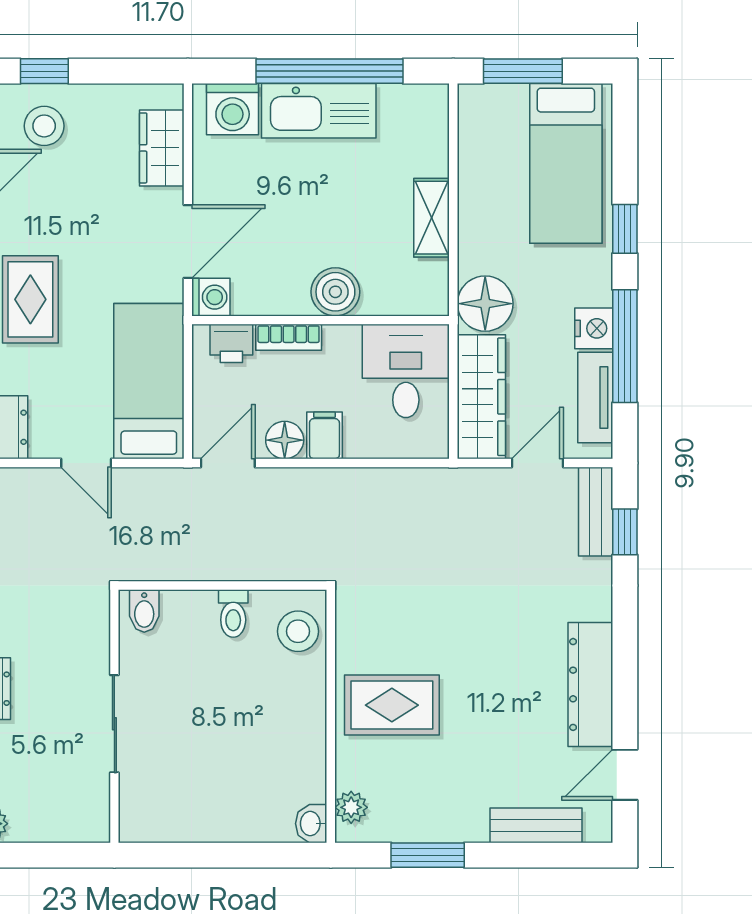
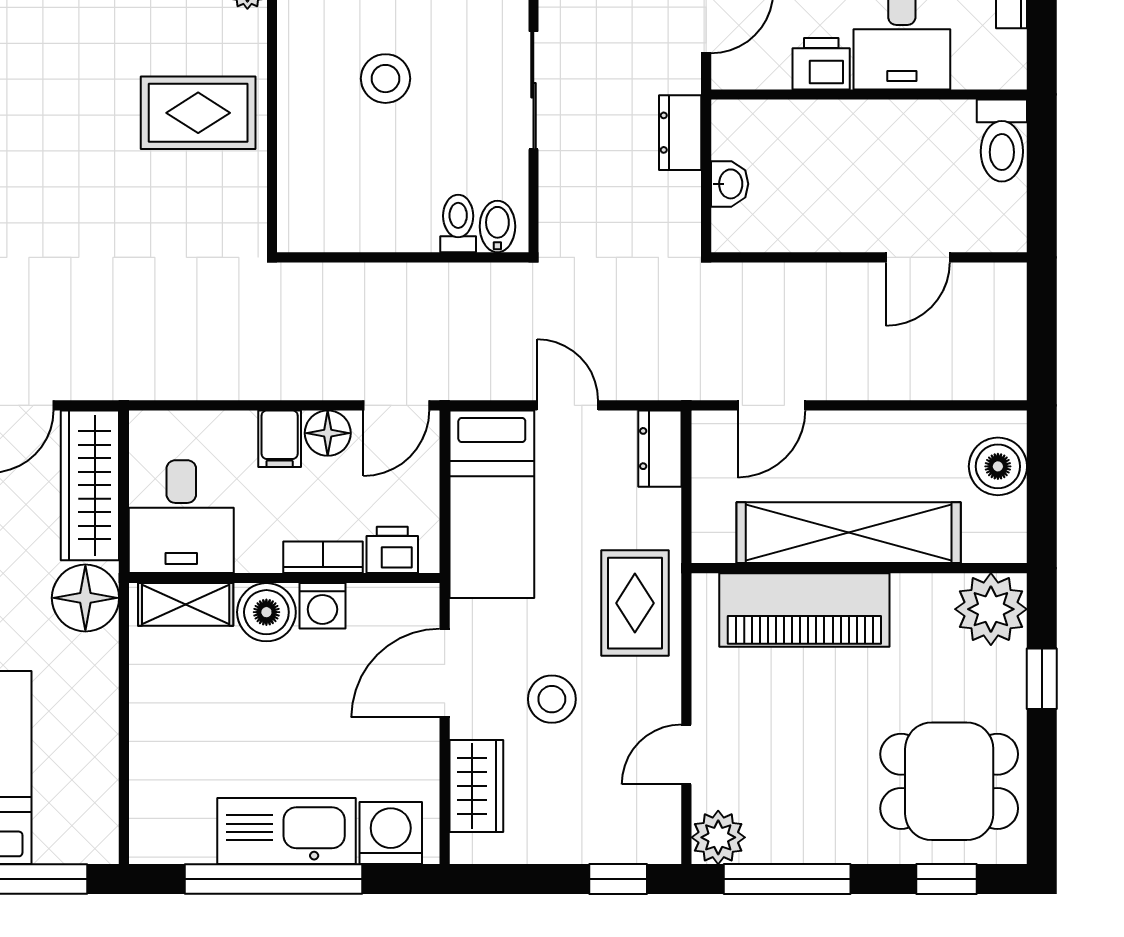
stool: (44, 126) -> (552, 699), moved
shelving: (432, 218) -> (186, 604), moved, turned 90
washing machine: (211, 297) -> (322, 606), moved, turned -90
toilet: (233, 614) -> (458, 223), moved
stool: (298, 631) -> (385, 79), moved

